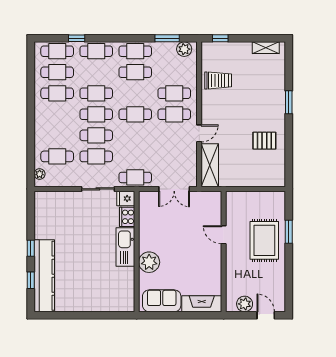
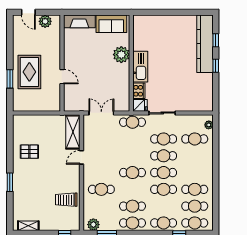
cafe table: (174, 114) -> (101, 173), removed

